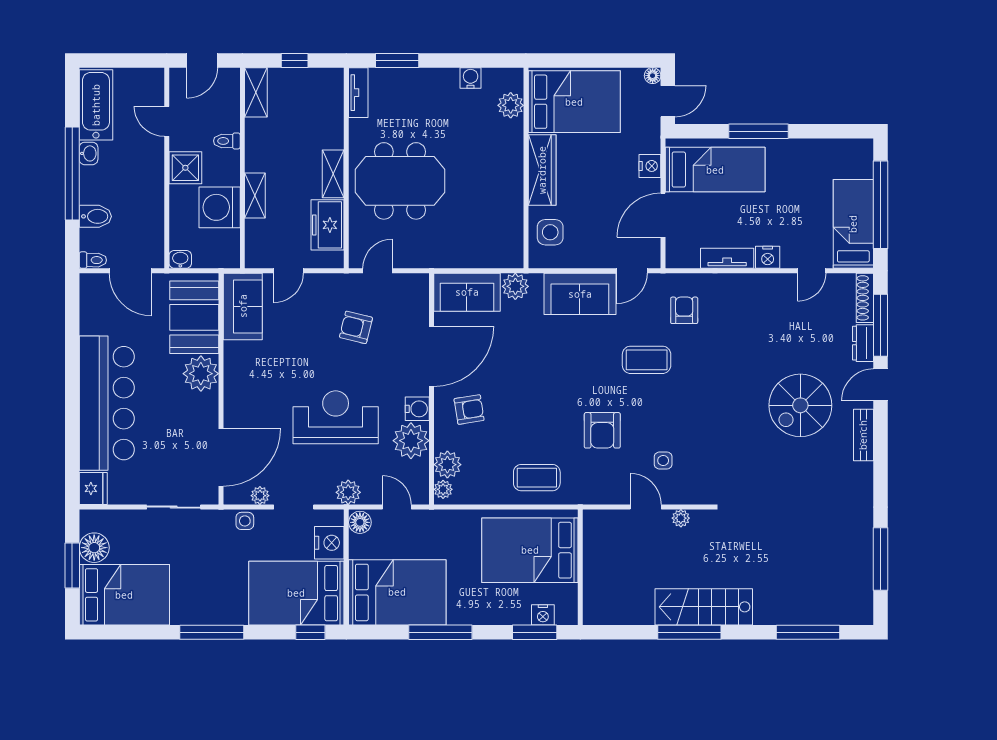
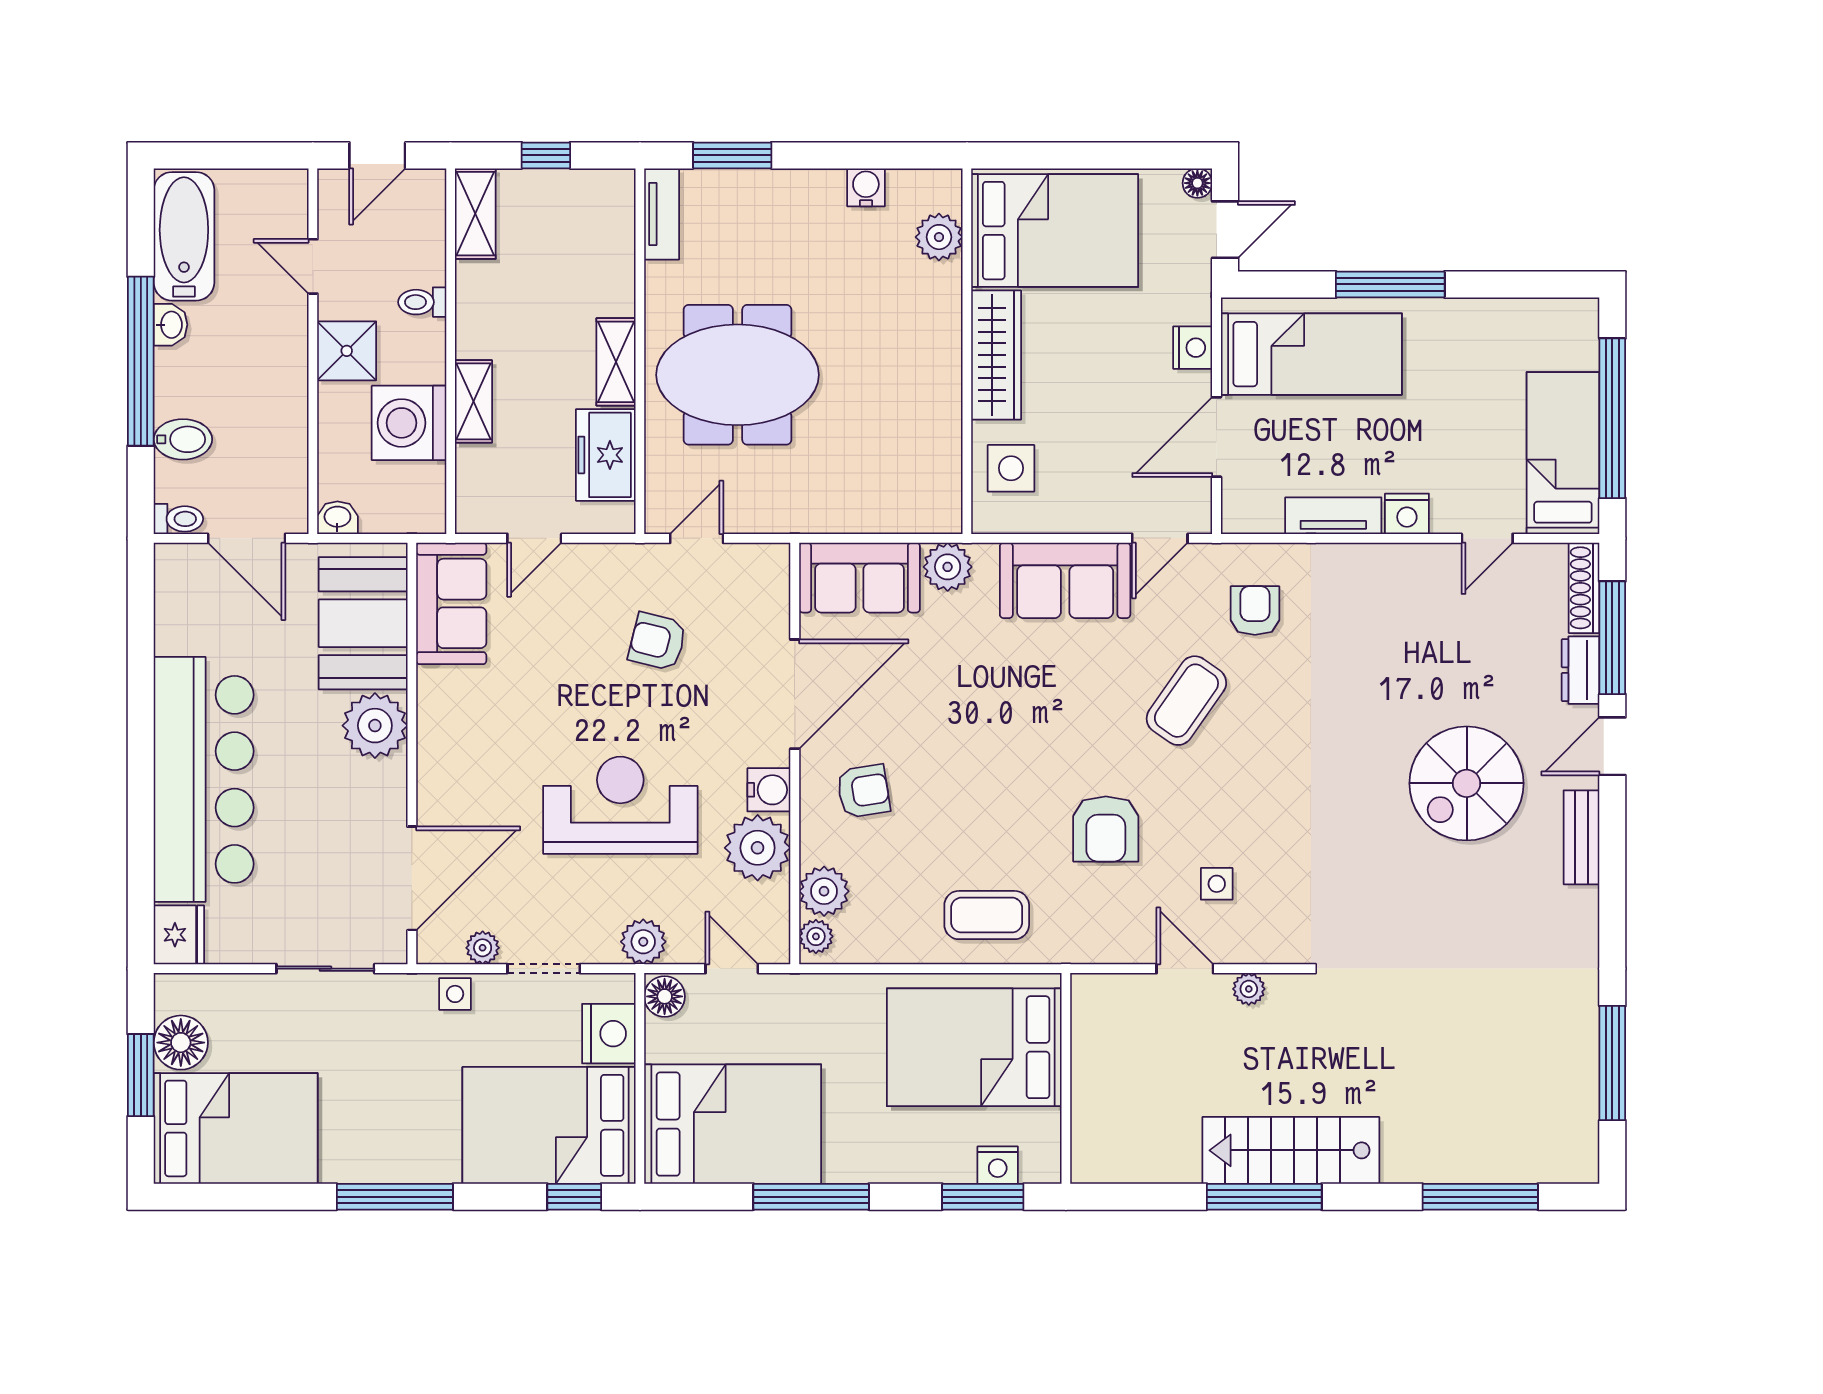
coffee table: (647, 360) -> (1186, 701), turned -55

